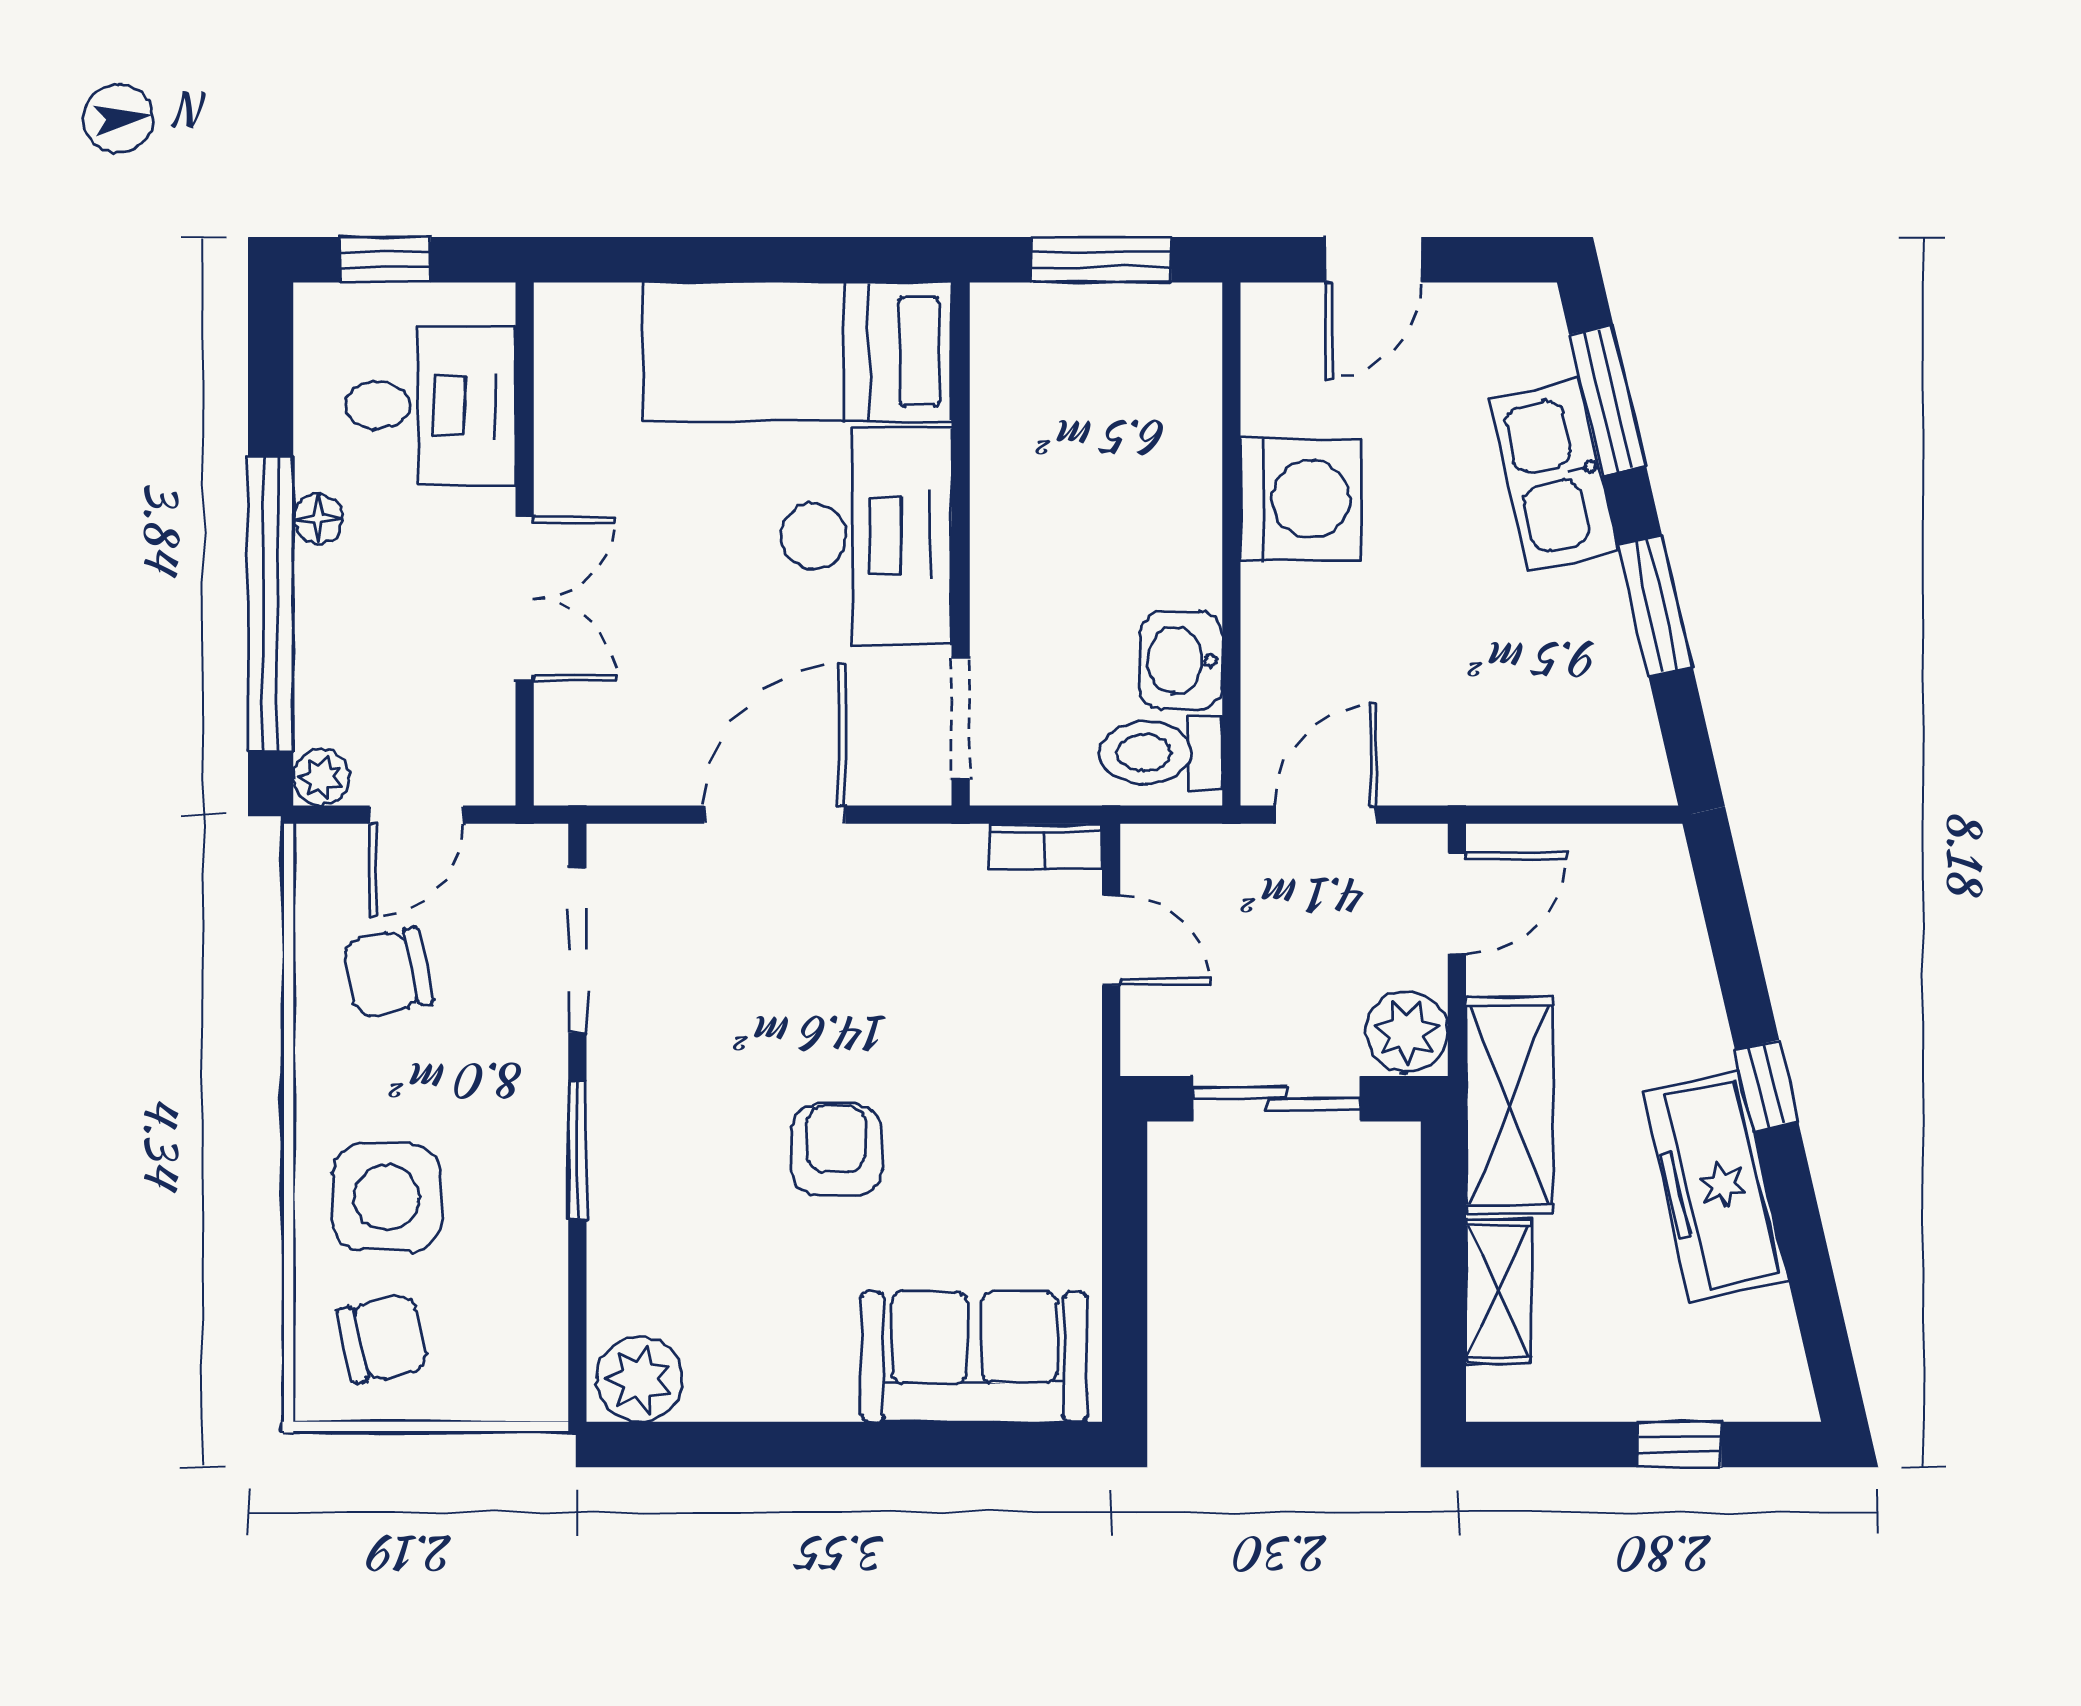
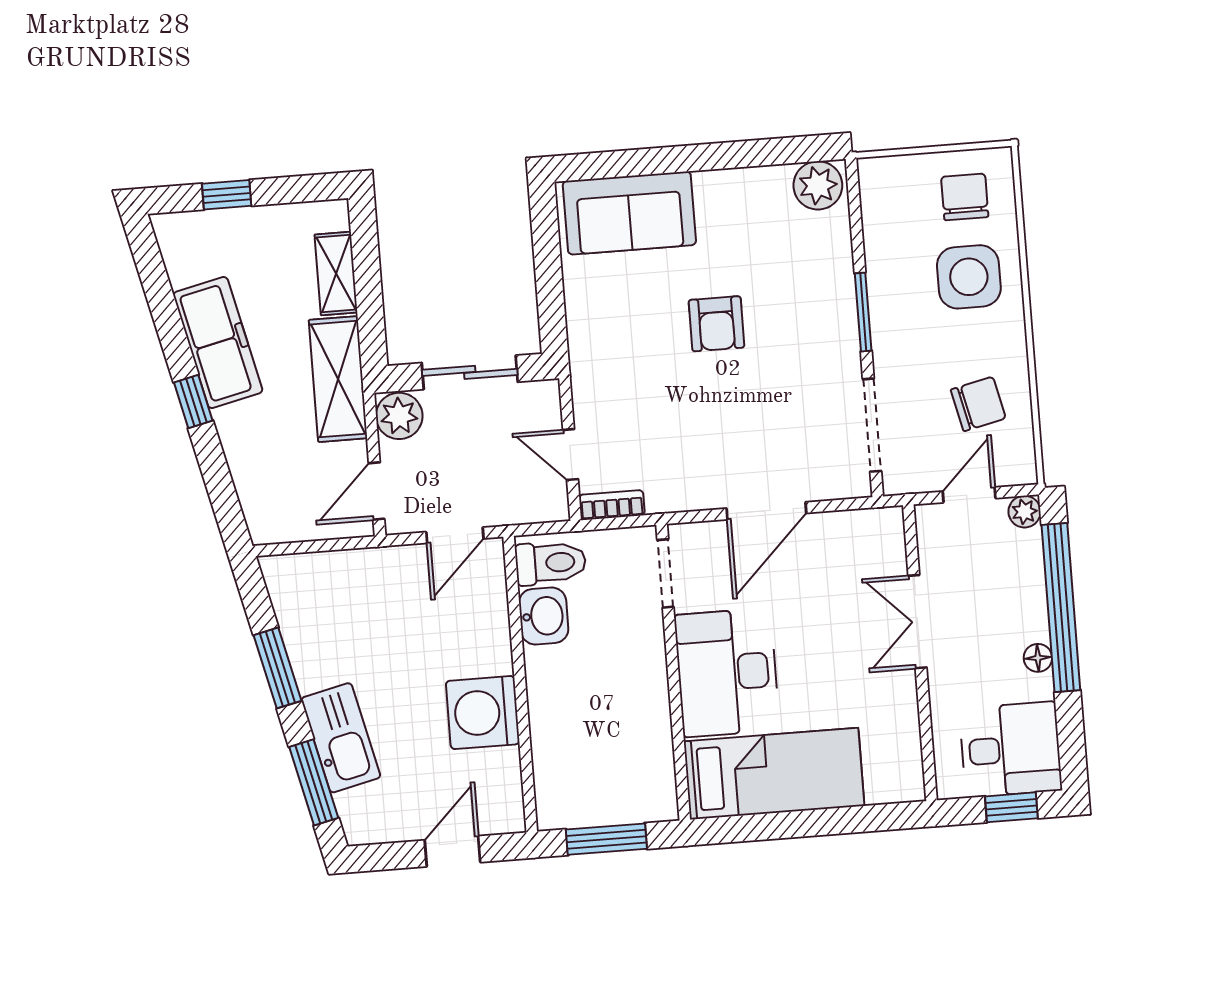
desk: (430, 405) -> (1011, 749), moved, turned 180
chair: (383, 1339) -> (965, 197), turned 102

